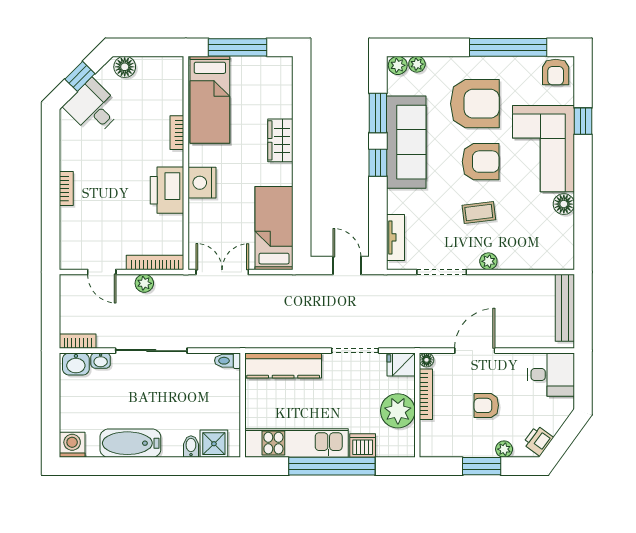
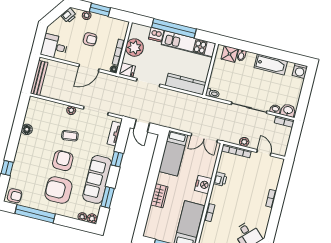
armchair: (556, 72) -> (15, 196), turned 90
corner sofa: (543, 149) -> (30, 159), removed
armchair: (481, 162) -> (63, 161), turned 90
window: (378, 163) -> (117, 159), moved
printer: (167, 190) -> (220, 179), width x0.53, depth x0.68

